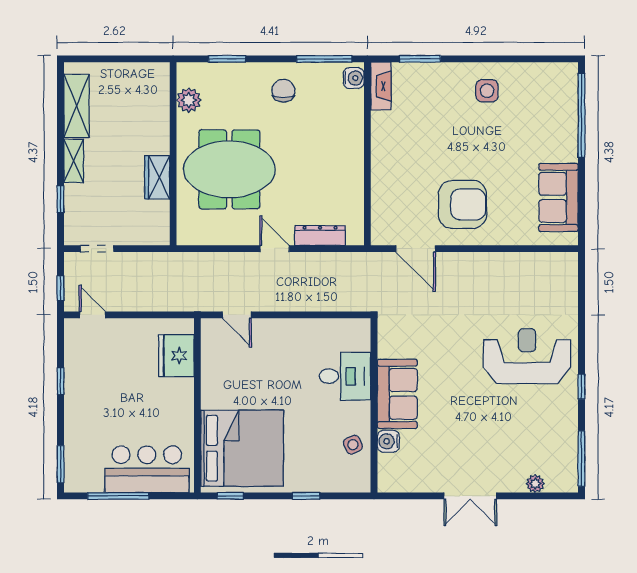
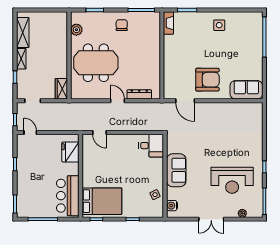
water cooler: (354, 78) -> (155, 19), removed
wardrobe: (157, 177) -> (61, 89), moved
sofa: (558, 197) -> (246, 90), moved, turned 90
reception desk: (527, 356) -> (232, 180), moved, turned 180
desk: (345, 376) -> (151, 146), moved
water cooler: (388, 441) -> (172, 206), moved
bed: (242, 448) -> (102, 201), width x0.73
bar counter: (147, 469) -> (68, 196), moved, turned -90

